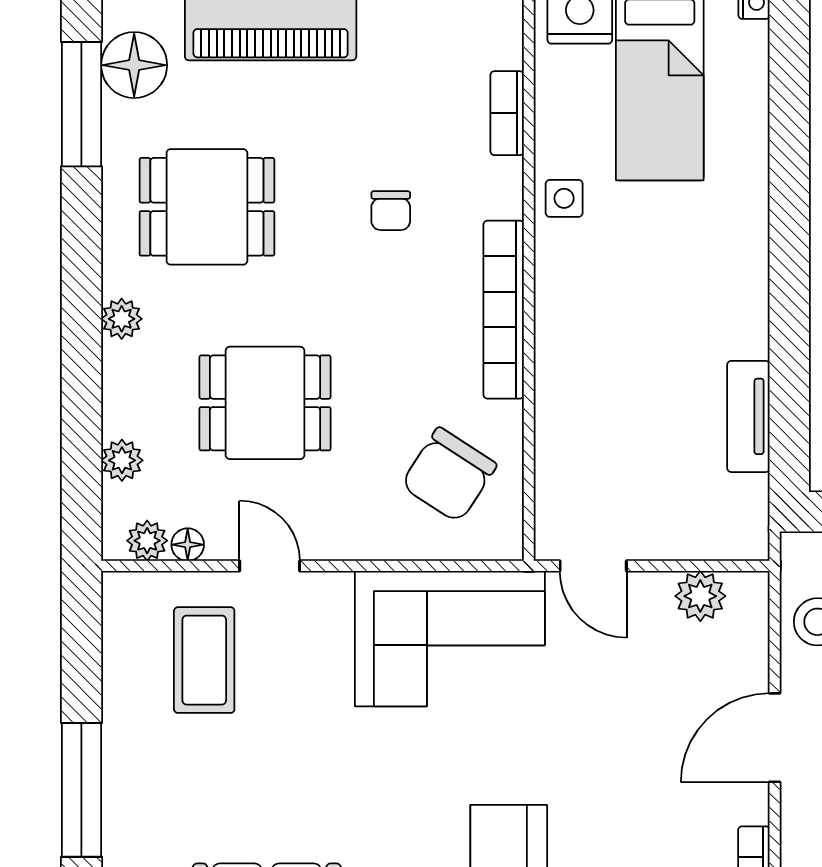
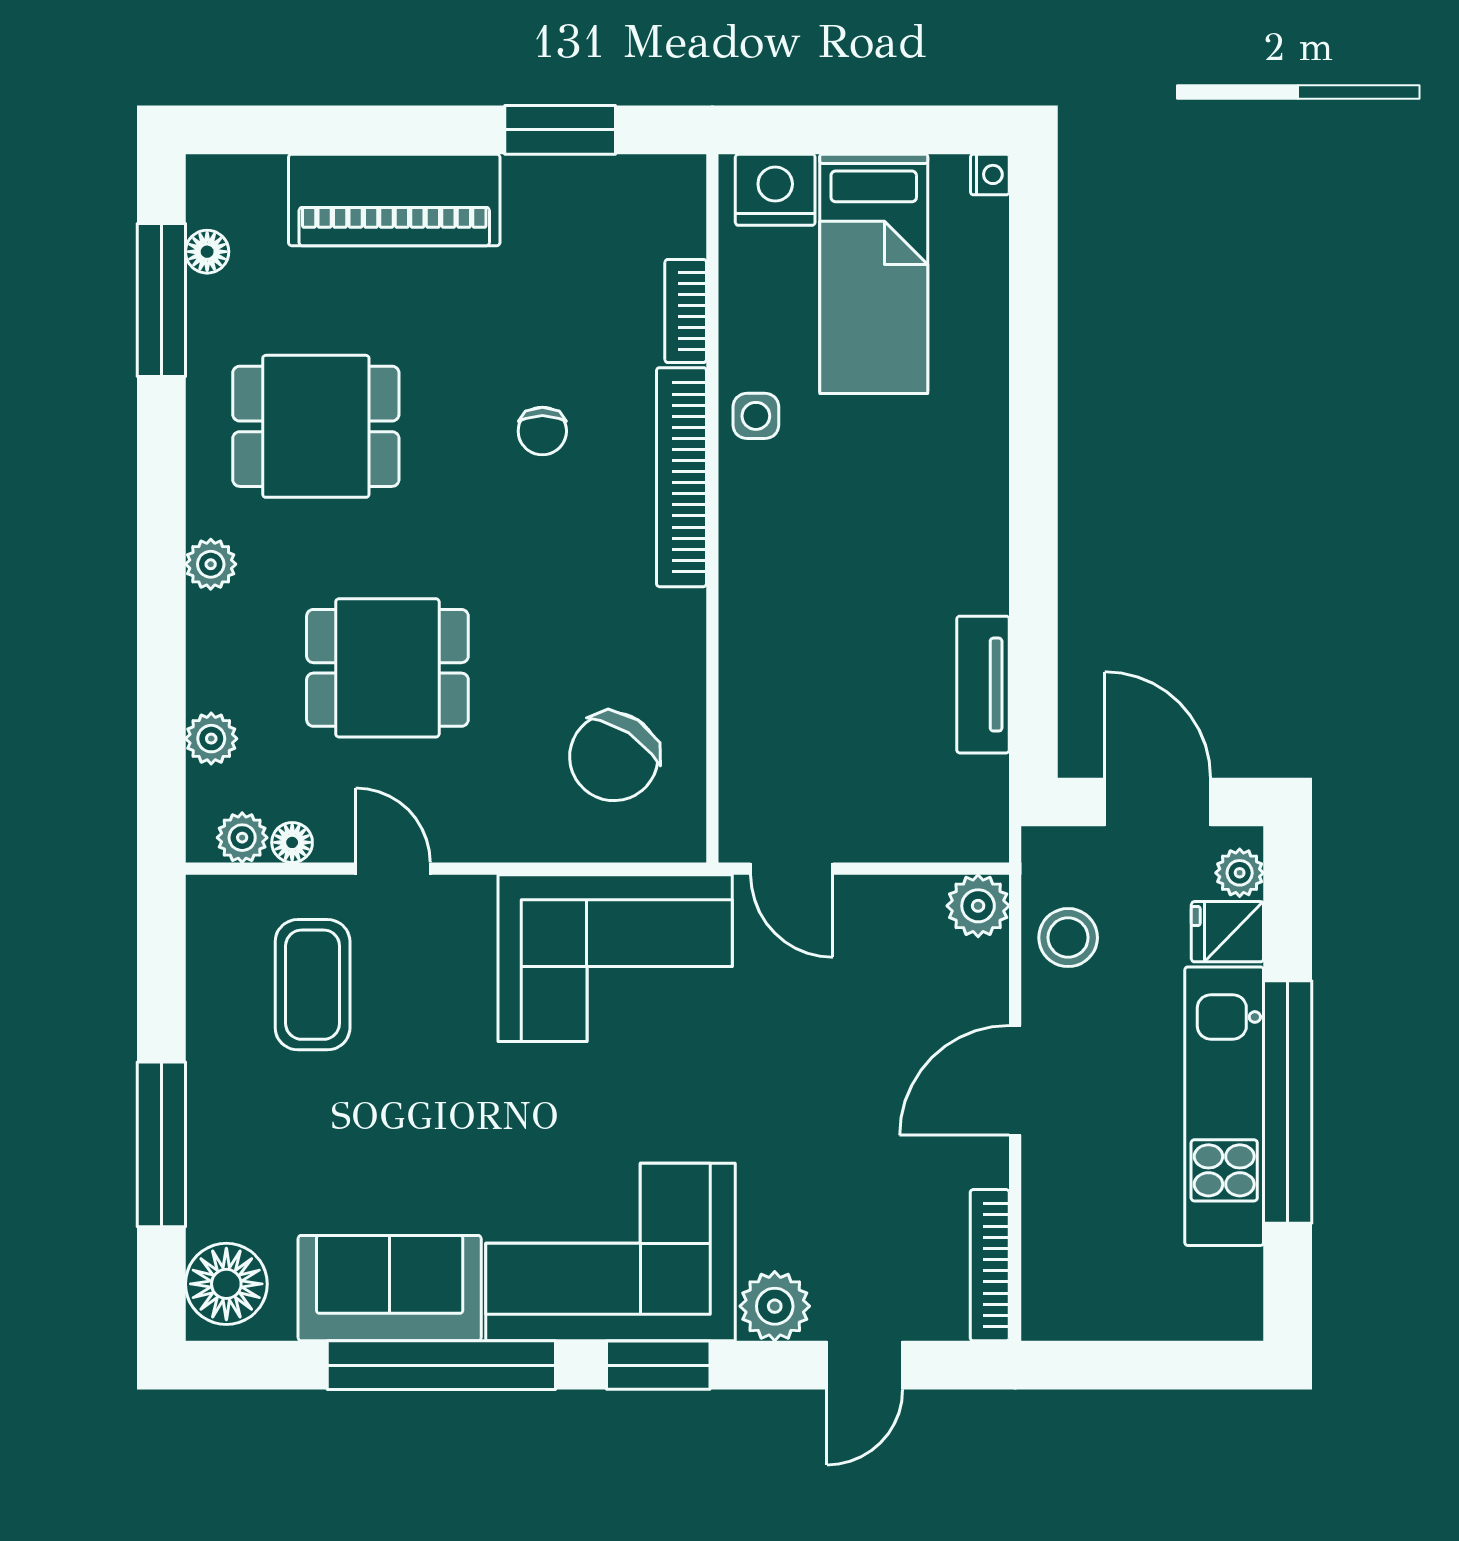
floor lamp: (134, 65) -> (207, 252), width x0.53, depth x0.53
bookcase: (504, 310) -> (681, 477), moved
plant: (700, 596) -> (978, 906), moved

